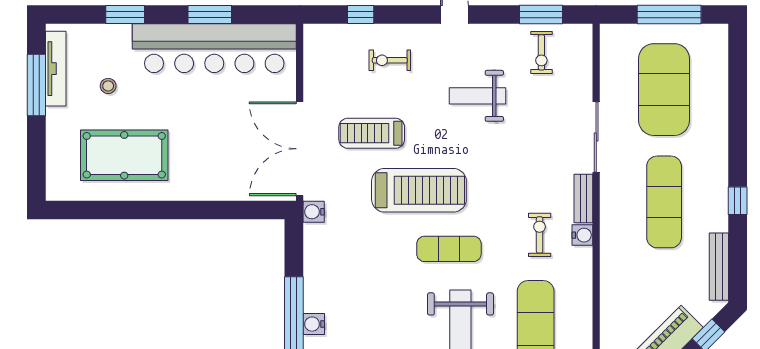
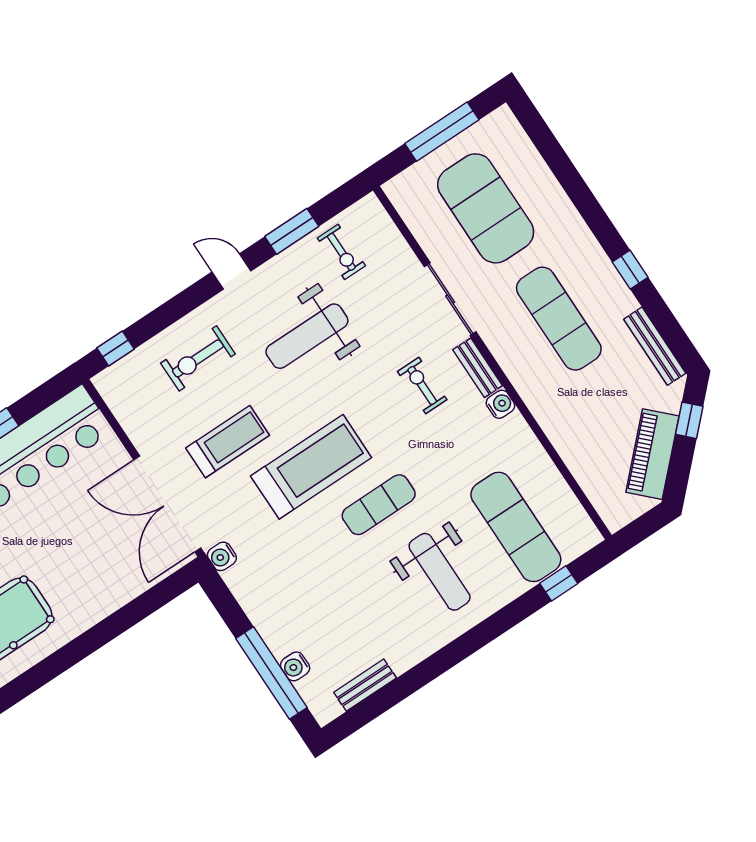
window: (361, 15) -> (115, 348), moved
window: (541, 15) -> (292, 231), moved
exercise bike: (390, 60) -> (198, 358), width x1.38, depth x1.39
weight bench: (477, 96) -> (307, 336), width x1.36, depth x1.33
treadmill: (372, 133) -> (228, 442), turned 180
exercise bike: (540, 235) -> (422, 385), moved

